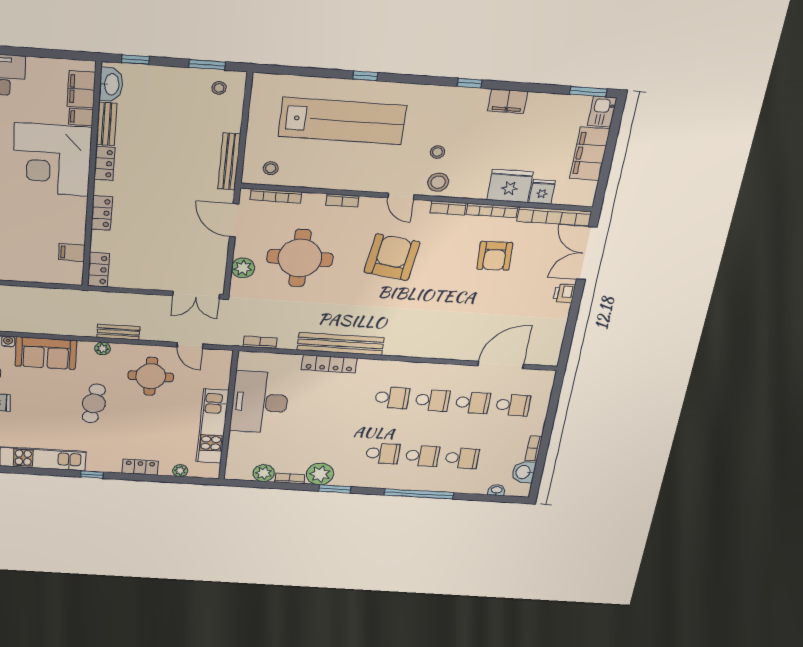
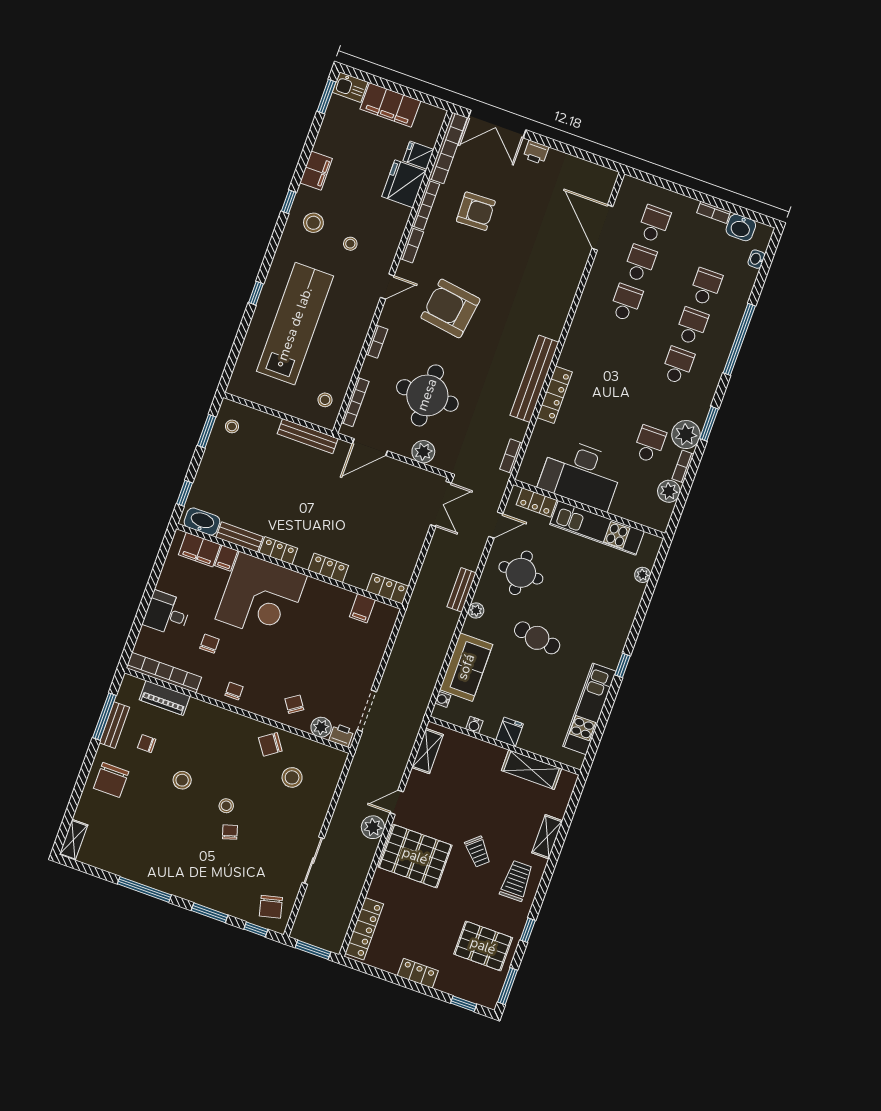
stool: (438, 182) -> (313, 223), moved
school desk: (392, 398) -> (650, 444), moved
locker: (140, 467) -> (536, 502), moved, turned -90

